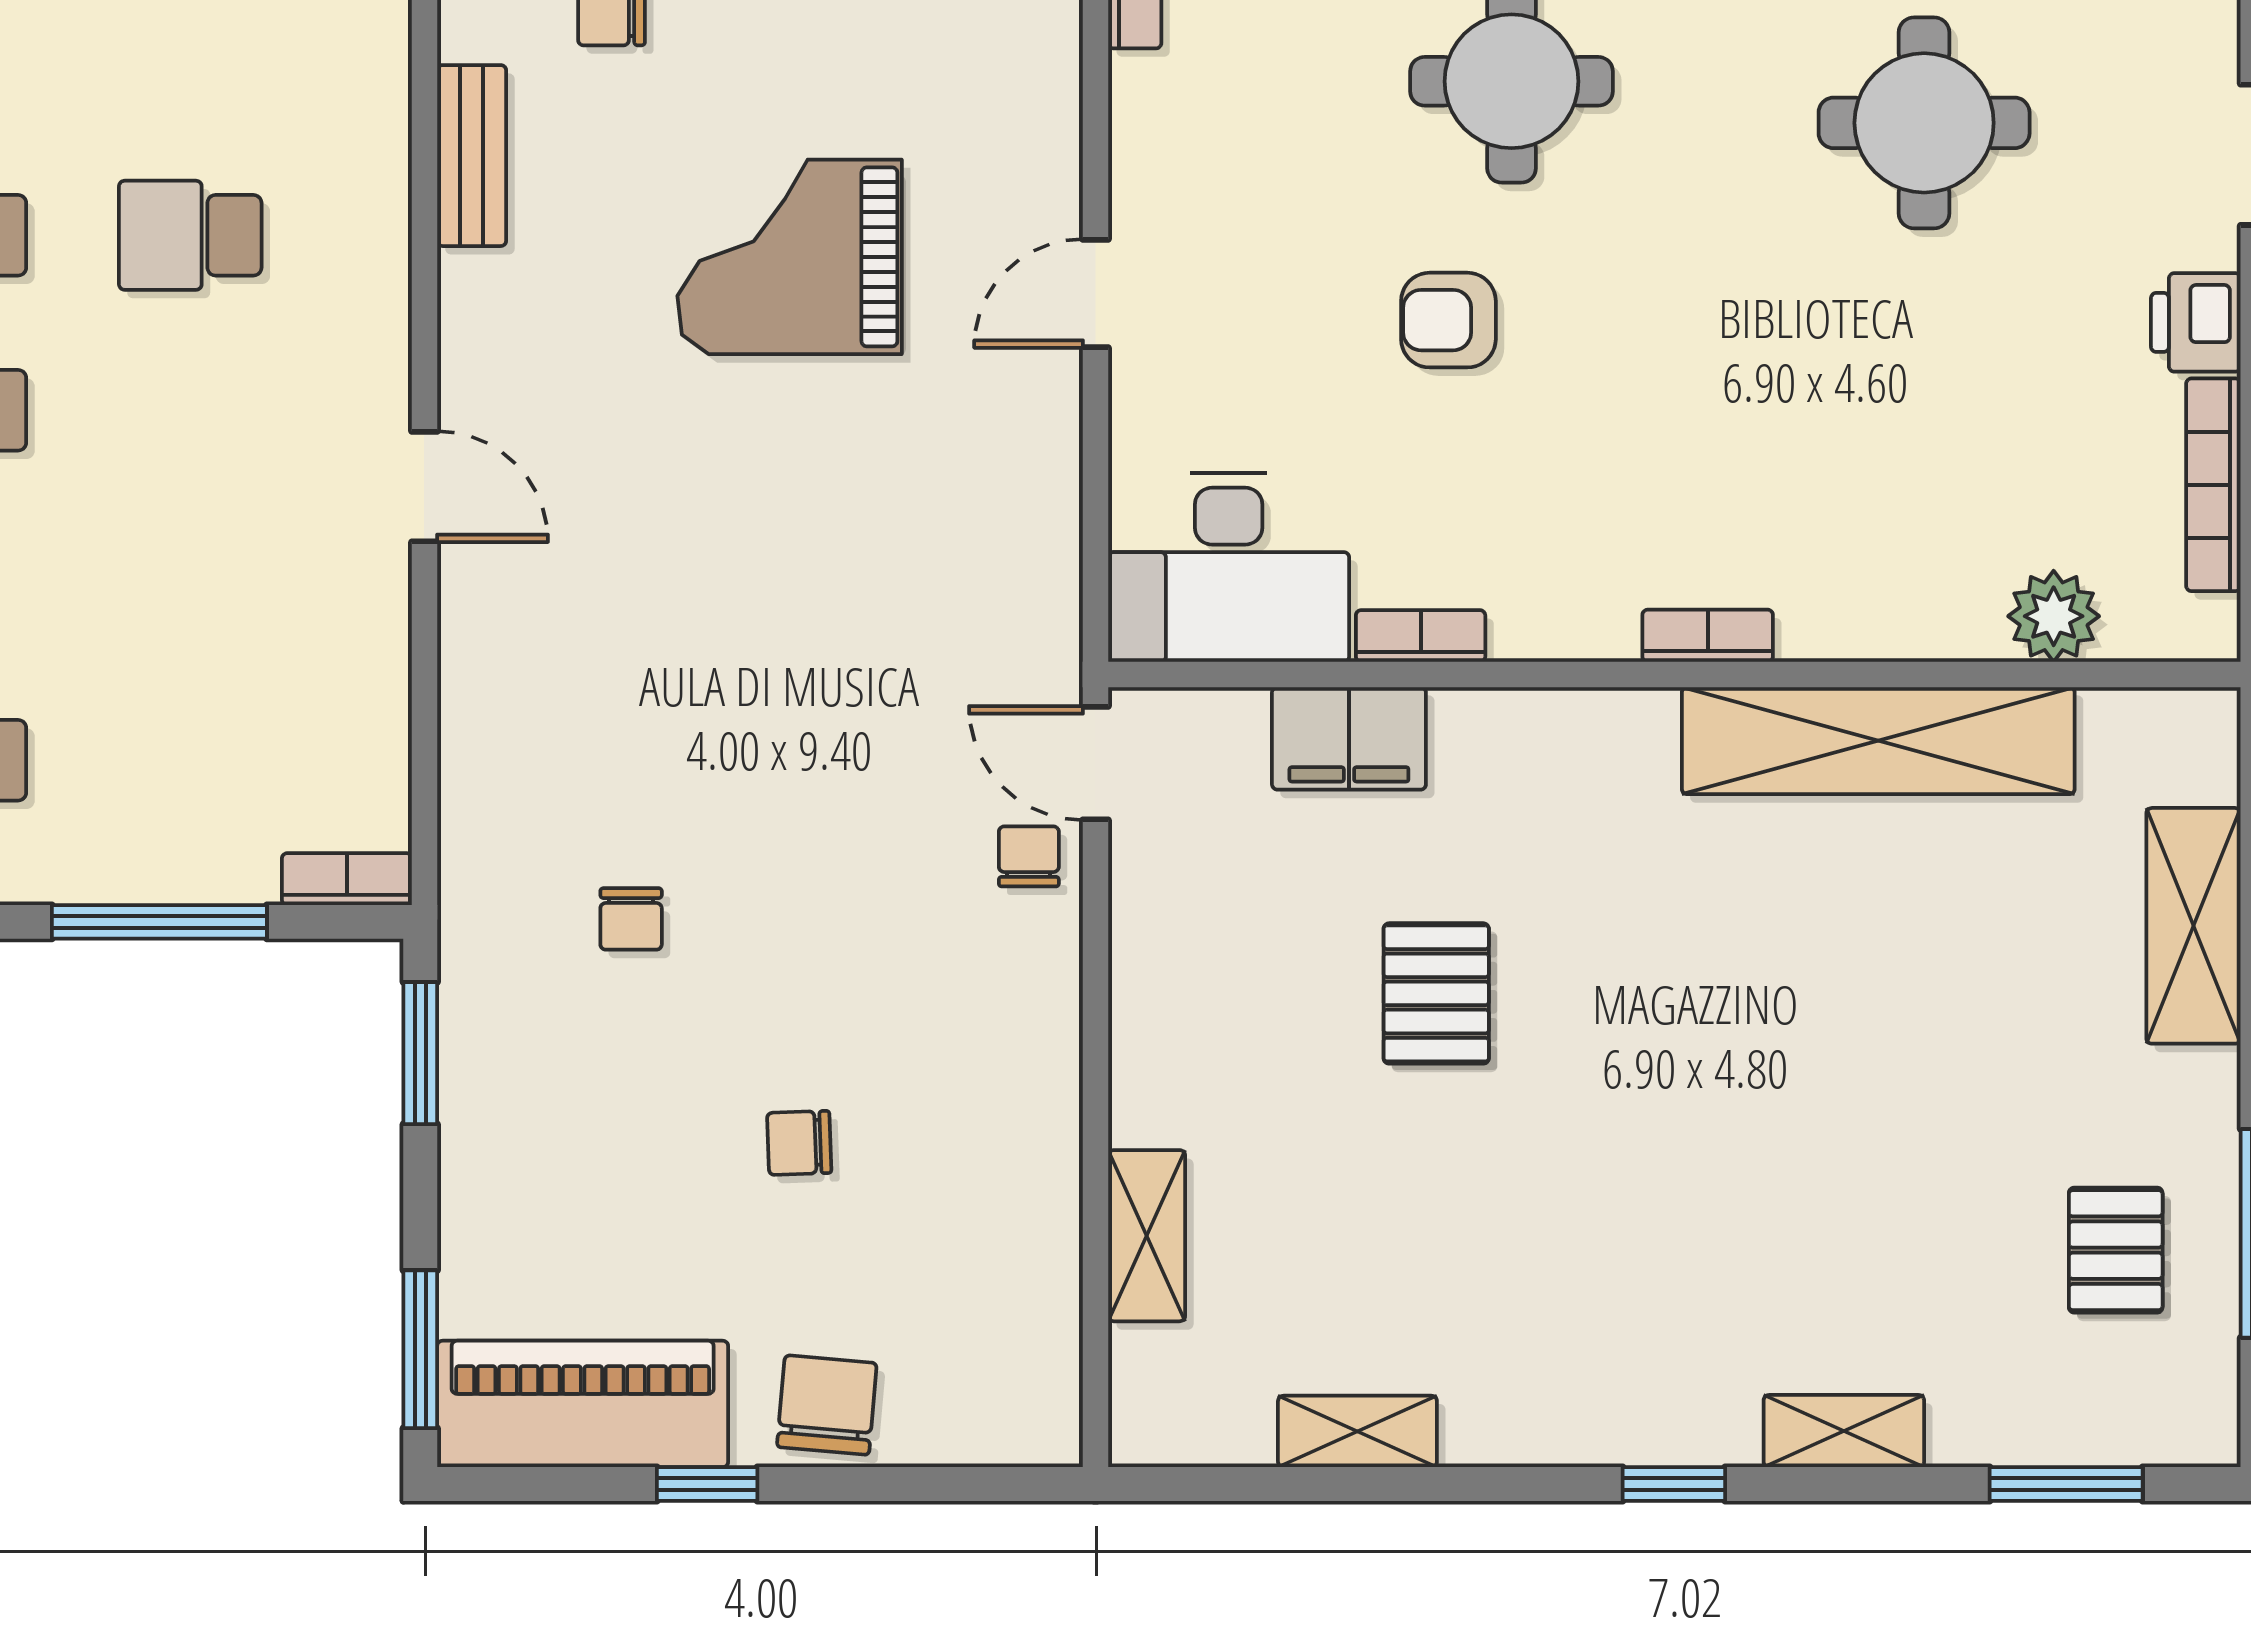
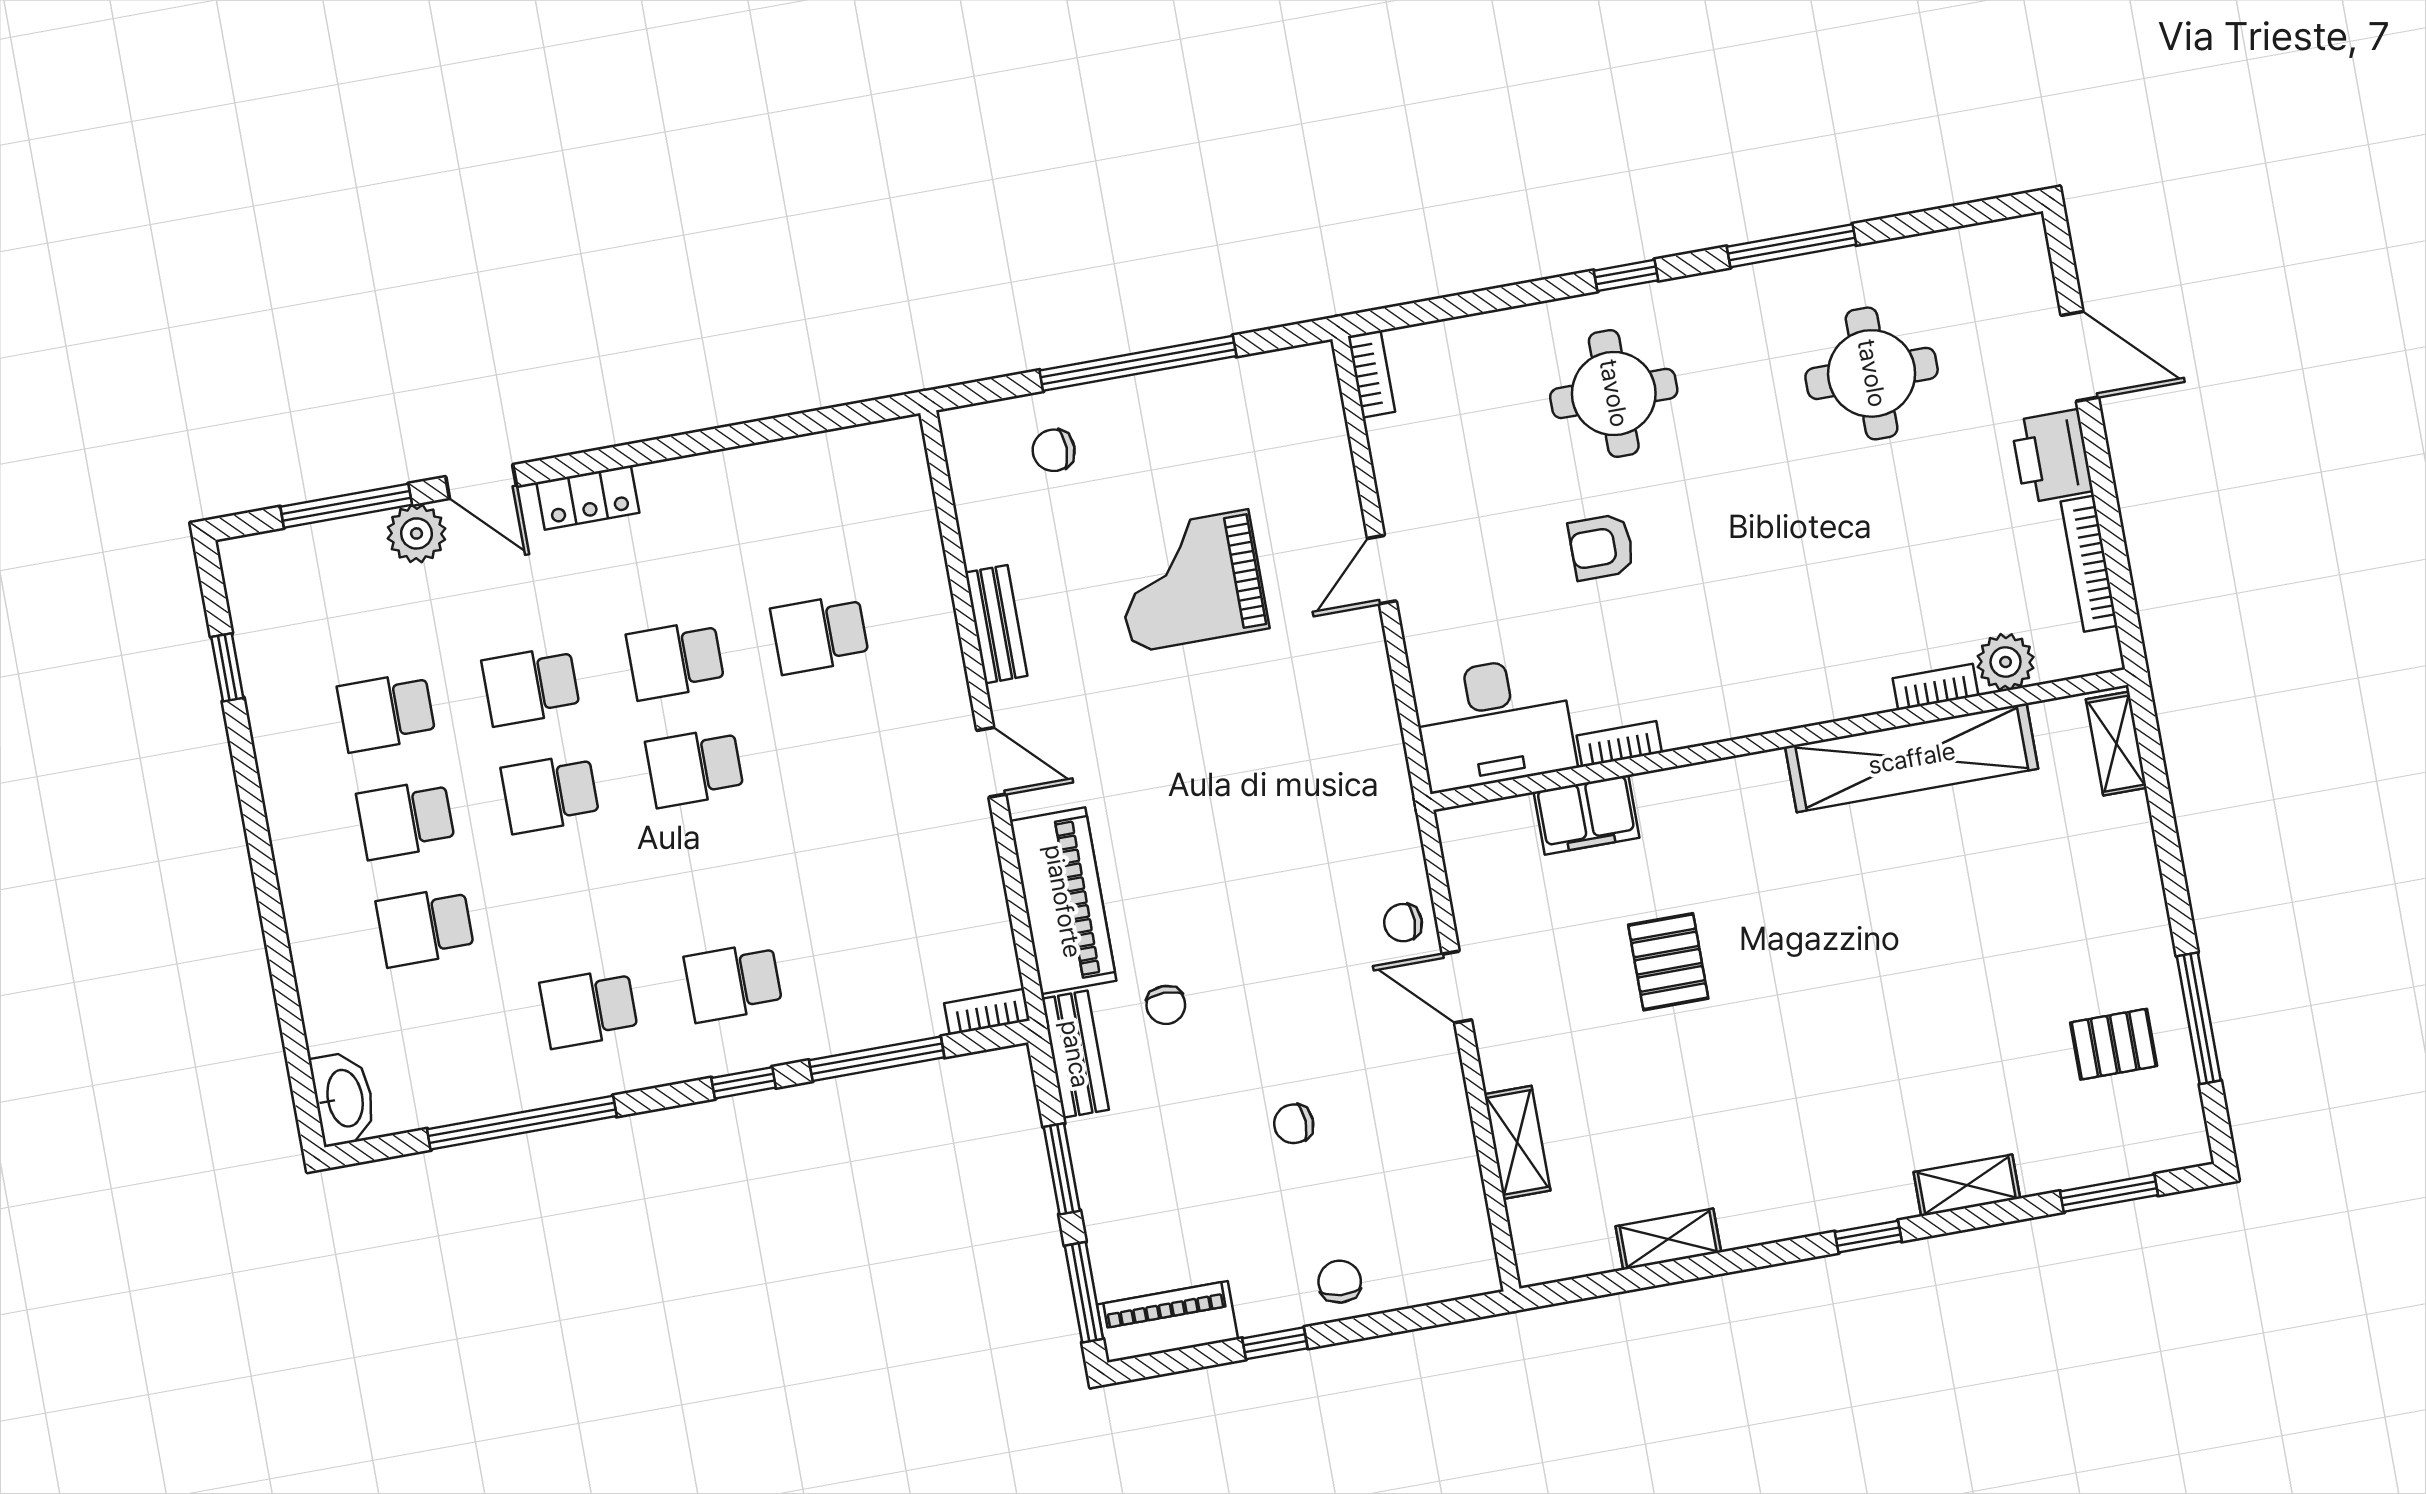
bench: (472, 156) -> (996, 624), moved
printer: (2196, 322) -> (2052, 456), width x1.36, depth x1.24
bookcase: (1708, 636) -> (1935, 687), moved
piano: (499, 726) -> (1063, 901), added
door: (1096, 763) -> (1457, 987), moved
chair: (1029, 856) -> (1403, 923), turned -90
shelving: (2193, 926) -> (2116, 744), moved, width x0.67, depth x0.75
bench: (474, 971) -> (1075, 1054), added
window: (420, 1053) -> (1062, 1169), moved
pallet: (2116, 1250) -> (2114, 1044), turned 90
piano: (583, 1404) -> (1167, 1322), width x0.73, depth x0.75
chair: (827, 1405) -> (1340, 1282), width x0.73, depth x0.73

